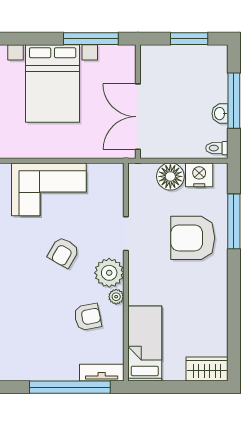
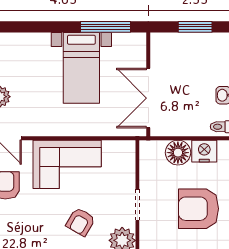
bed with nightstands: (53, 83) -> (81, 68), width x0.73

